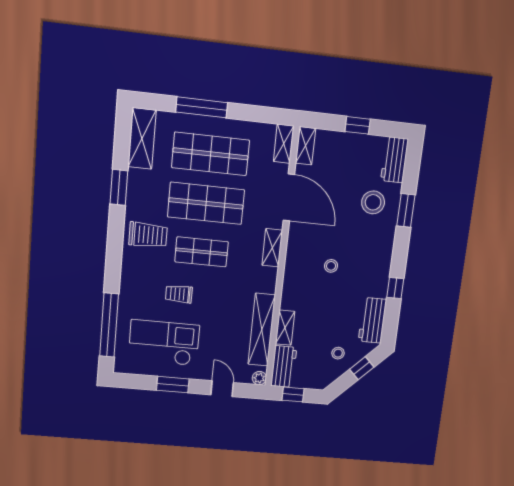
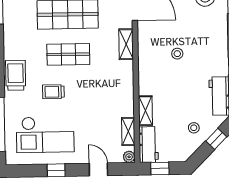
trolley: (148, 235) -> (16, 75), moved, turned -90
shelving: (262, 330) -> (128, 131), width x0.45, depth x0.75
checkout: (164, 343) -> (45, 135), turned 180
window: (173, 385) -> (56, 170), width x0.67

